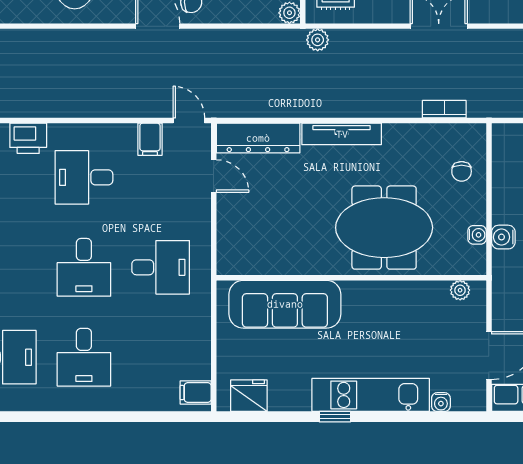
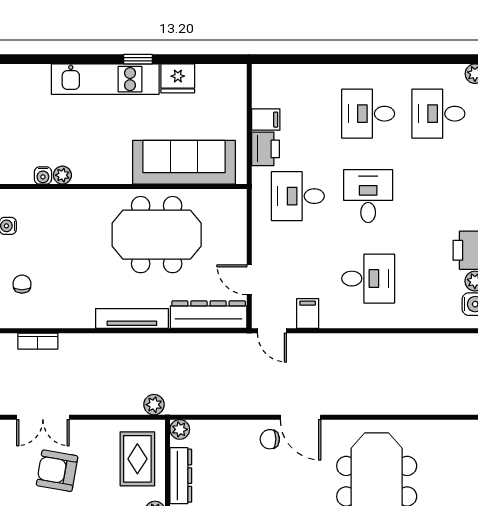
printer: (28, 138) -> (266, 149), moved, turned 90
meeting table: (384, 228) -> (157, 235), moved
plant: (460, 290) -> (62, 175), moved
desk: (84, 357) -> (368, 114), turned -90
filing cabinet: (196, 393) -> (266, 120), moved
fridge: (249, 396) -> (178, 78), moved
water cooler: (441, 402) -> (43, 175), moved, turned 180

